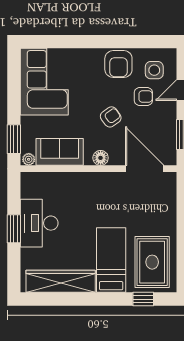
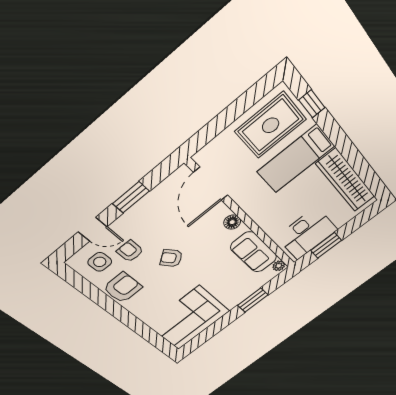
sofa: (60, 152) -> (254, 252), moved
floor lamp: (101, 158) -> (232, 222), moved
plant: (29, 159) -> (279, 266), moved
wall: (98, 169) -> (243, 216), moved
door: (145, 169) -> (211, 184), moved

